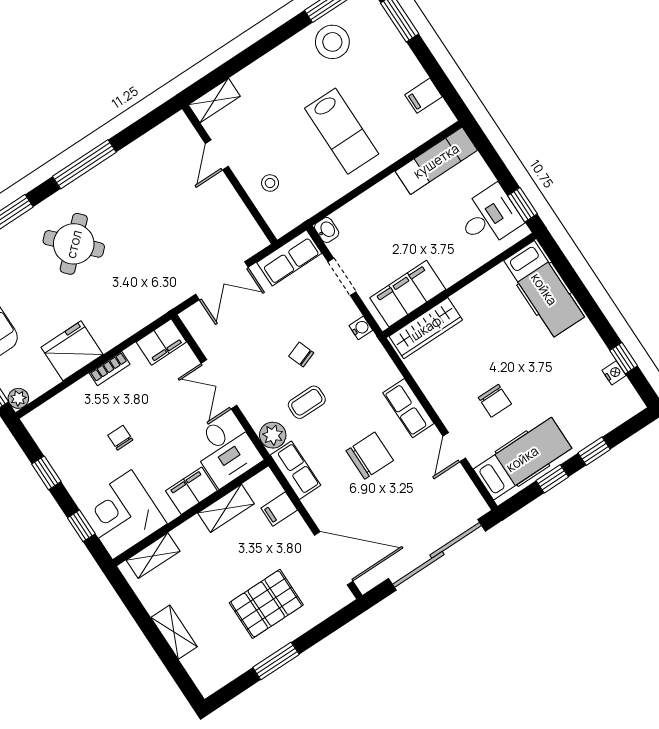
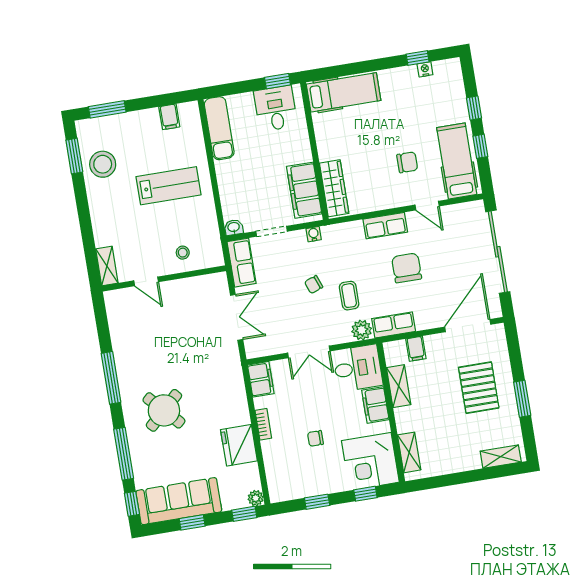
shelving: (174, 632) -> (501, 457), moved

